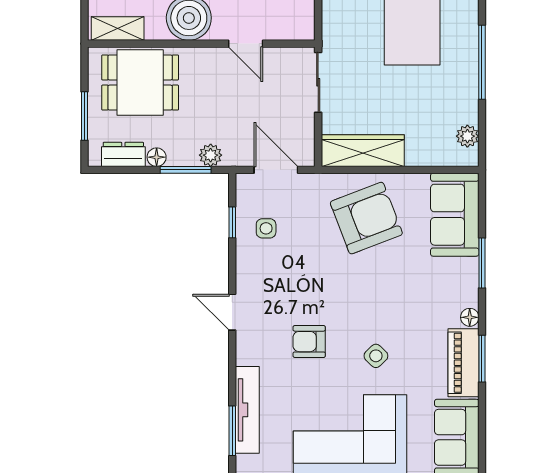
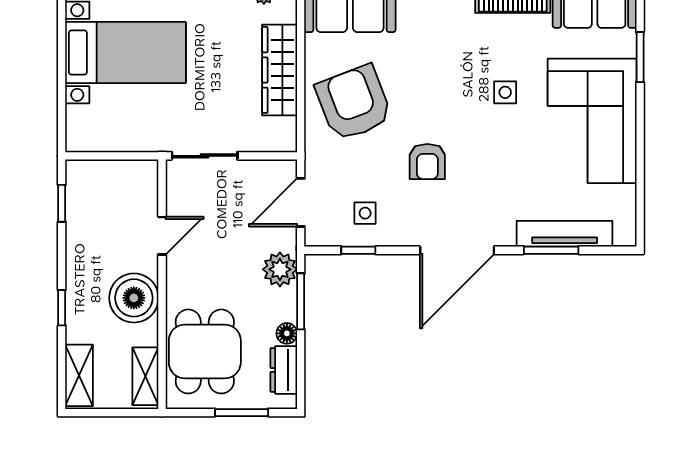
wardrobe: (363, 151) -> (280, 70), moved
plant: (211, 155) -> (280, 269), width x1.38, depth x1.38
door: (232, 312) -> (457, 250), width x1.87
armchair: (309, 342) -> (427, 162), moved
side table: (376, 356) -> (505, 92), turned 45
window: (232, 431) -> (551, 250), moved

